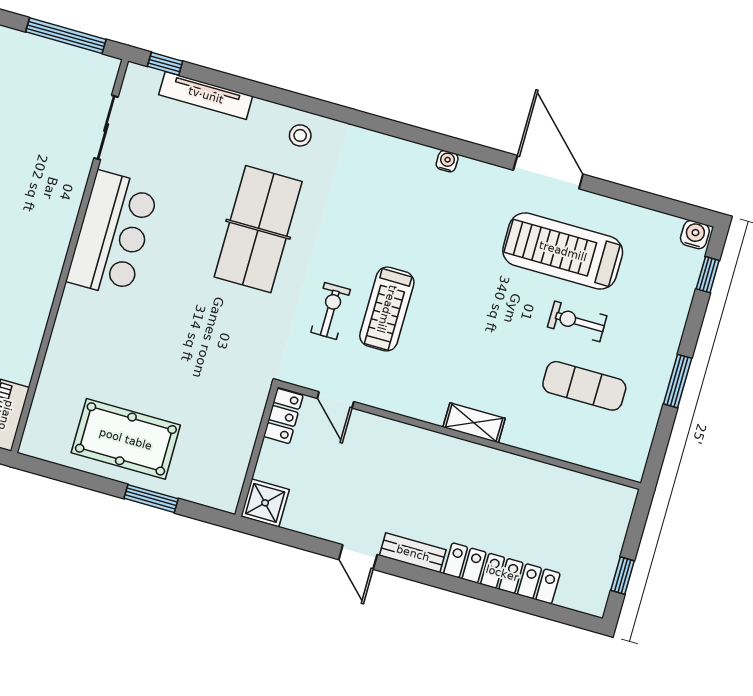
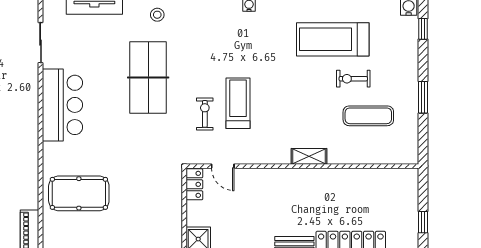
treadmill: (387, 309) -> (238, 103), turned 180
pool table: (126, 439) -> (79, 193), moved

